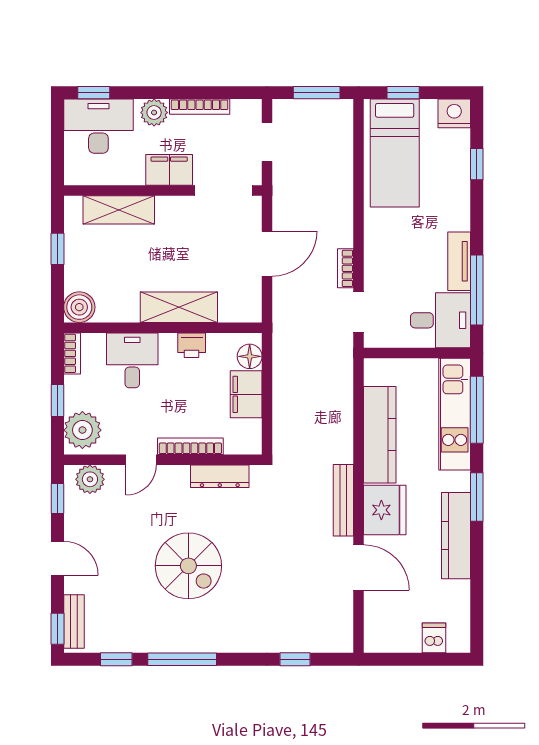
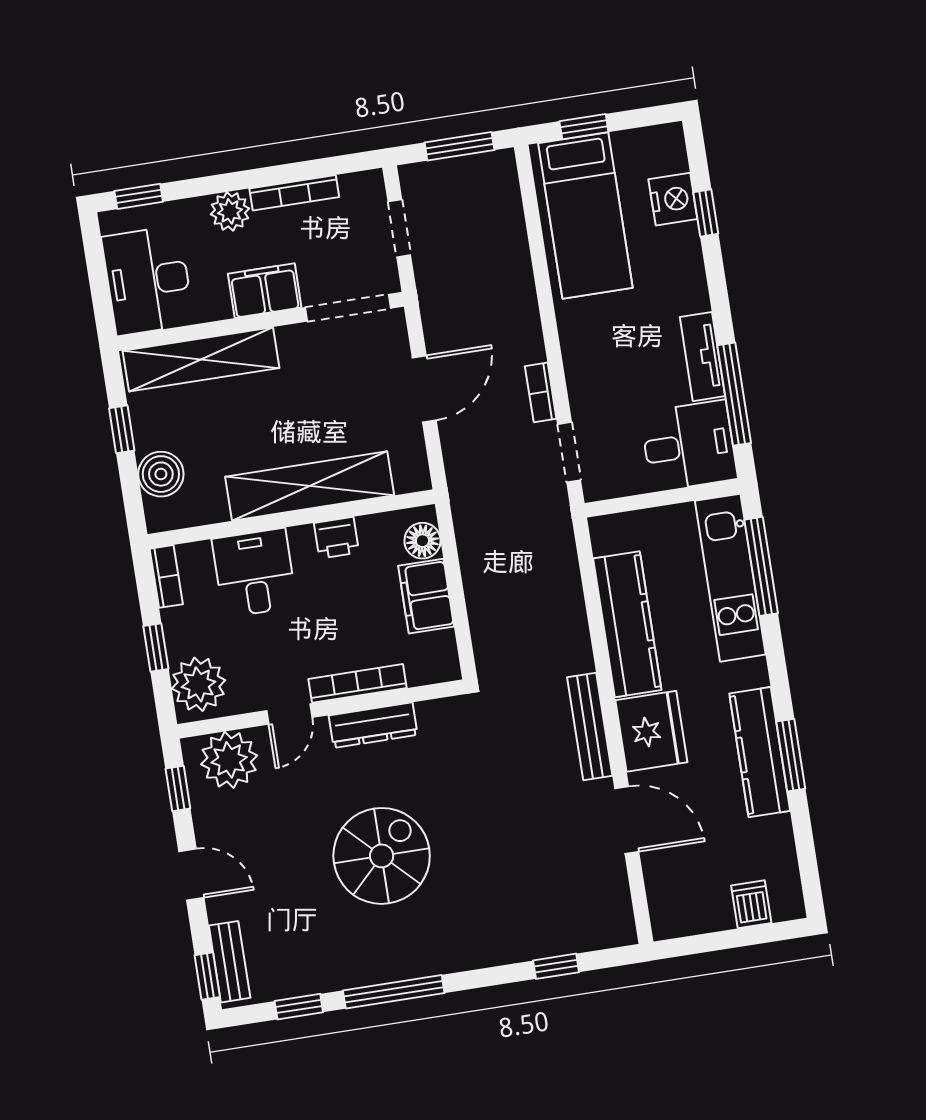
nightstand: (454, 113) -> (673, 199), moved, turned 90
desk: (98, 126) -> (148, 281), moved, turned -90
shelving: (119, 210) -> (201, 359), width x1.47
boiler: (79, 307) -> (161, 474), moved
shelving: (179, 307) -> (310, 486), width x1.47
dresser: (220, 476) -> (373, 725), moved
plant: (90, 479) -> (229, 760), width x1.36, depth x1.36
window: (477, 497) -> (791, 755), moved
spiral stairs: (188, 566) -> (382, 856), turned -90

